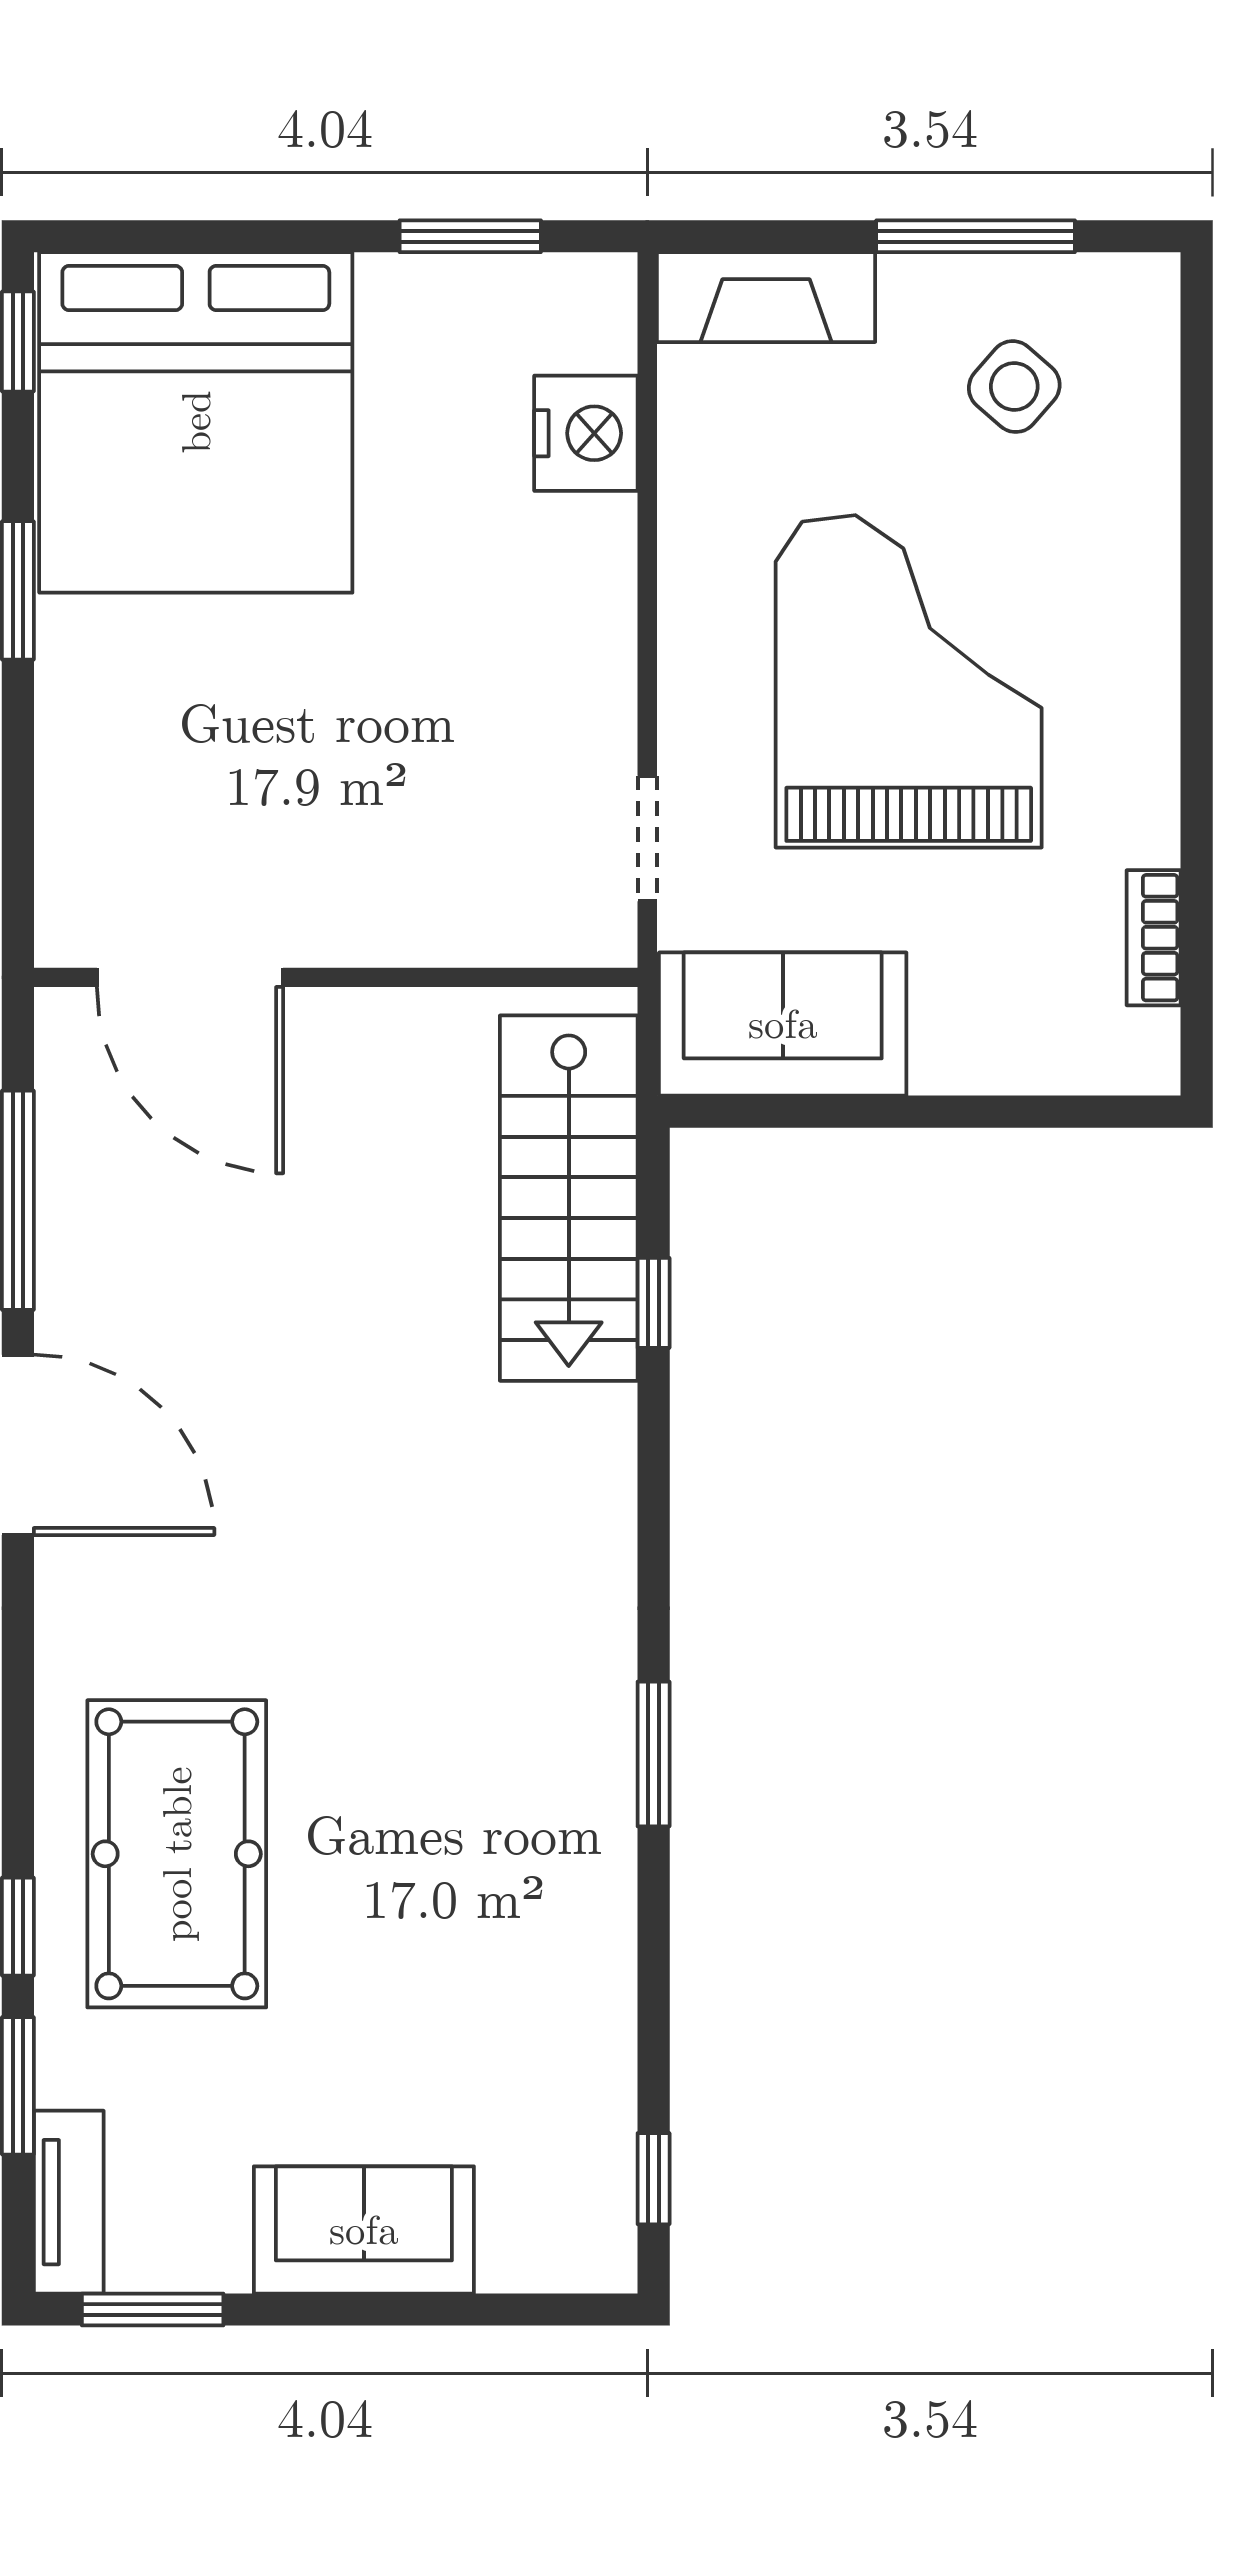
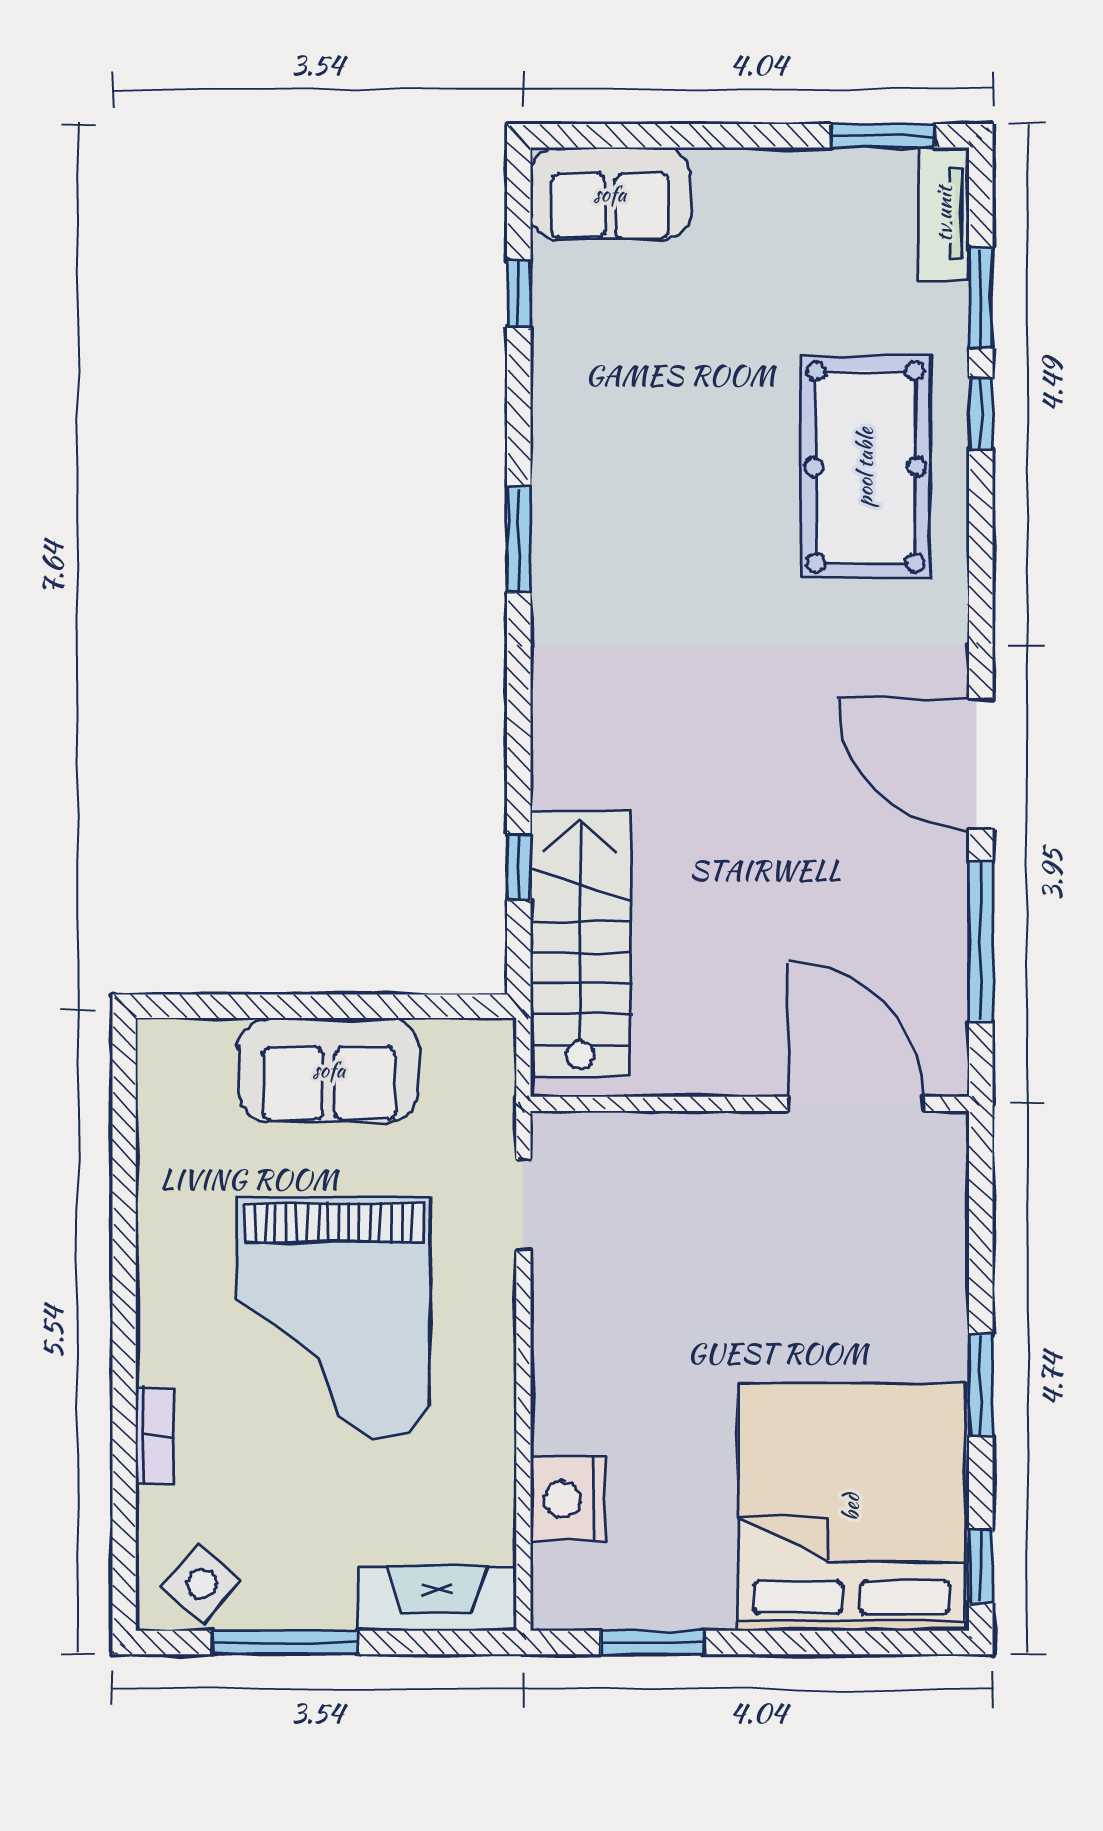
side table: (1014, 387) -> (201, 1584), moved
bookcase: (1154, 938) -> (155, 1436), moved
sofa: (783, 1024) -> (329, 1070), moved
window: (654, 2179) -> (519, 293), moved
sofa: (364, 2230) -> (610, 194), moved

